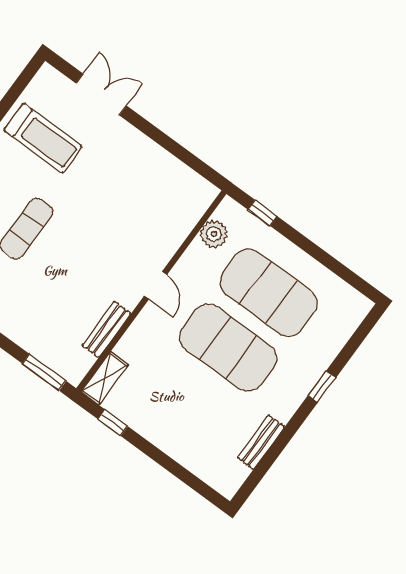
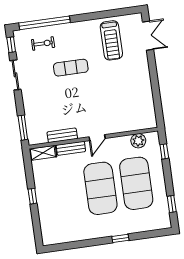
double door: (101, 94) -> (148, 36), moved
window: (343, 272) -> (172, 204), added
window: (113, 423) -> (32, 196), moved
bench: (261, 442) -> (71, 148), moved

